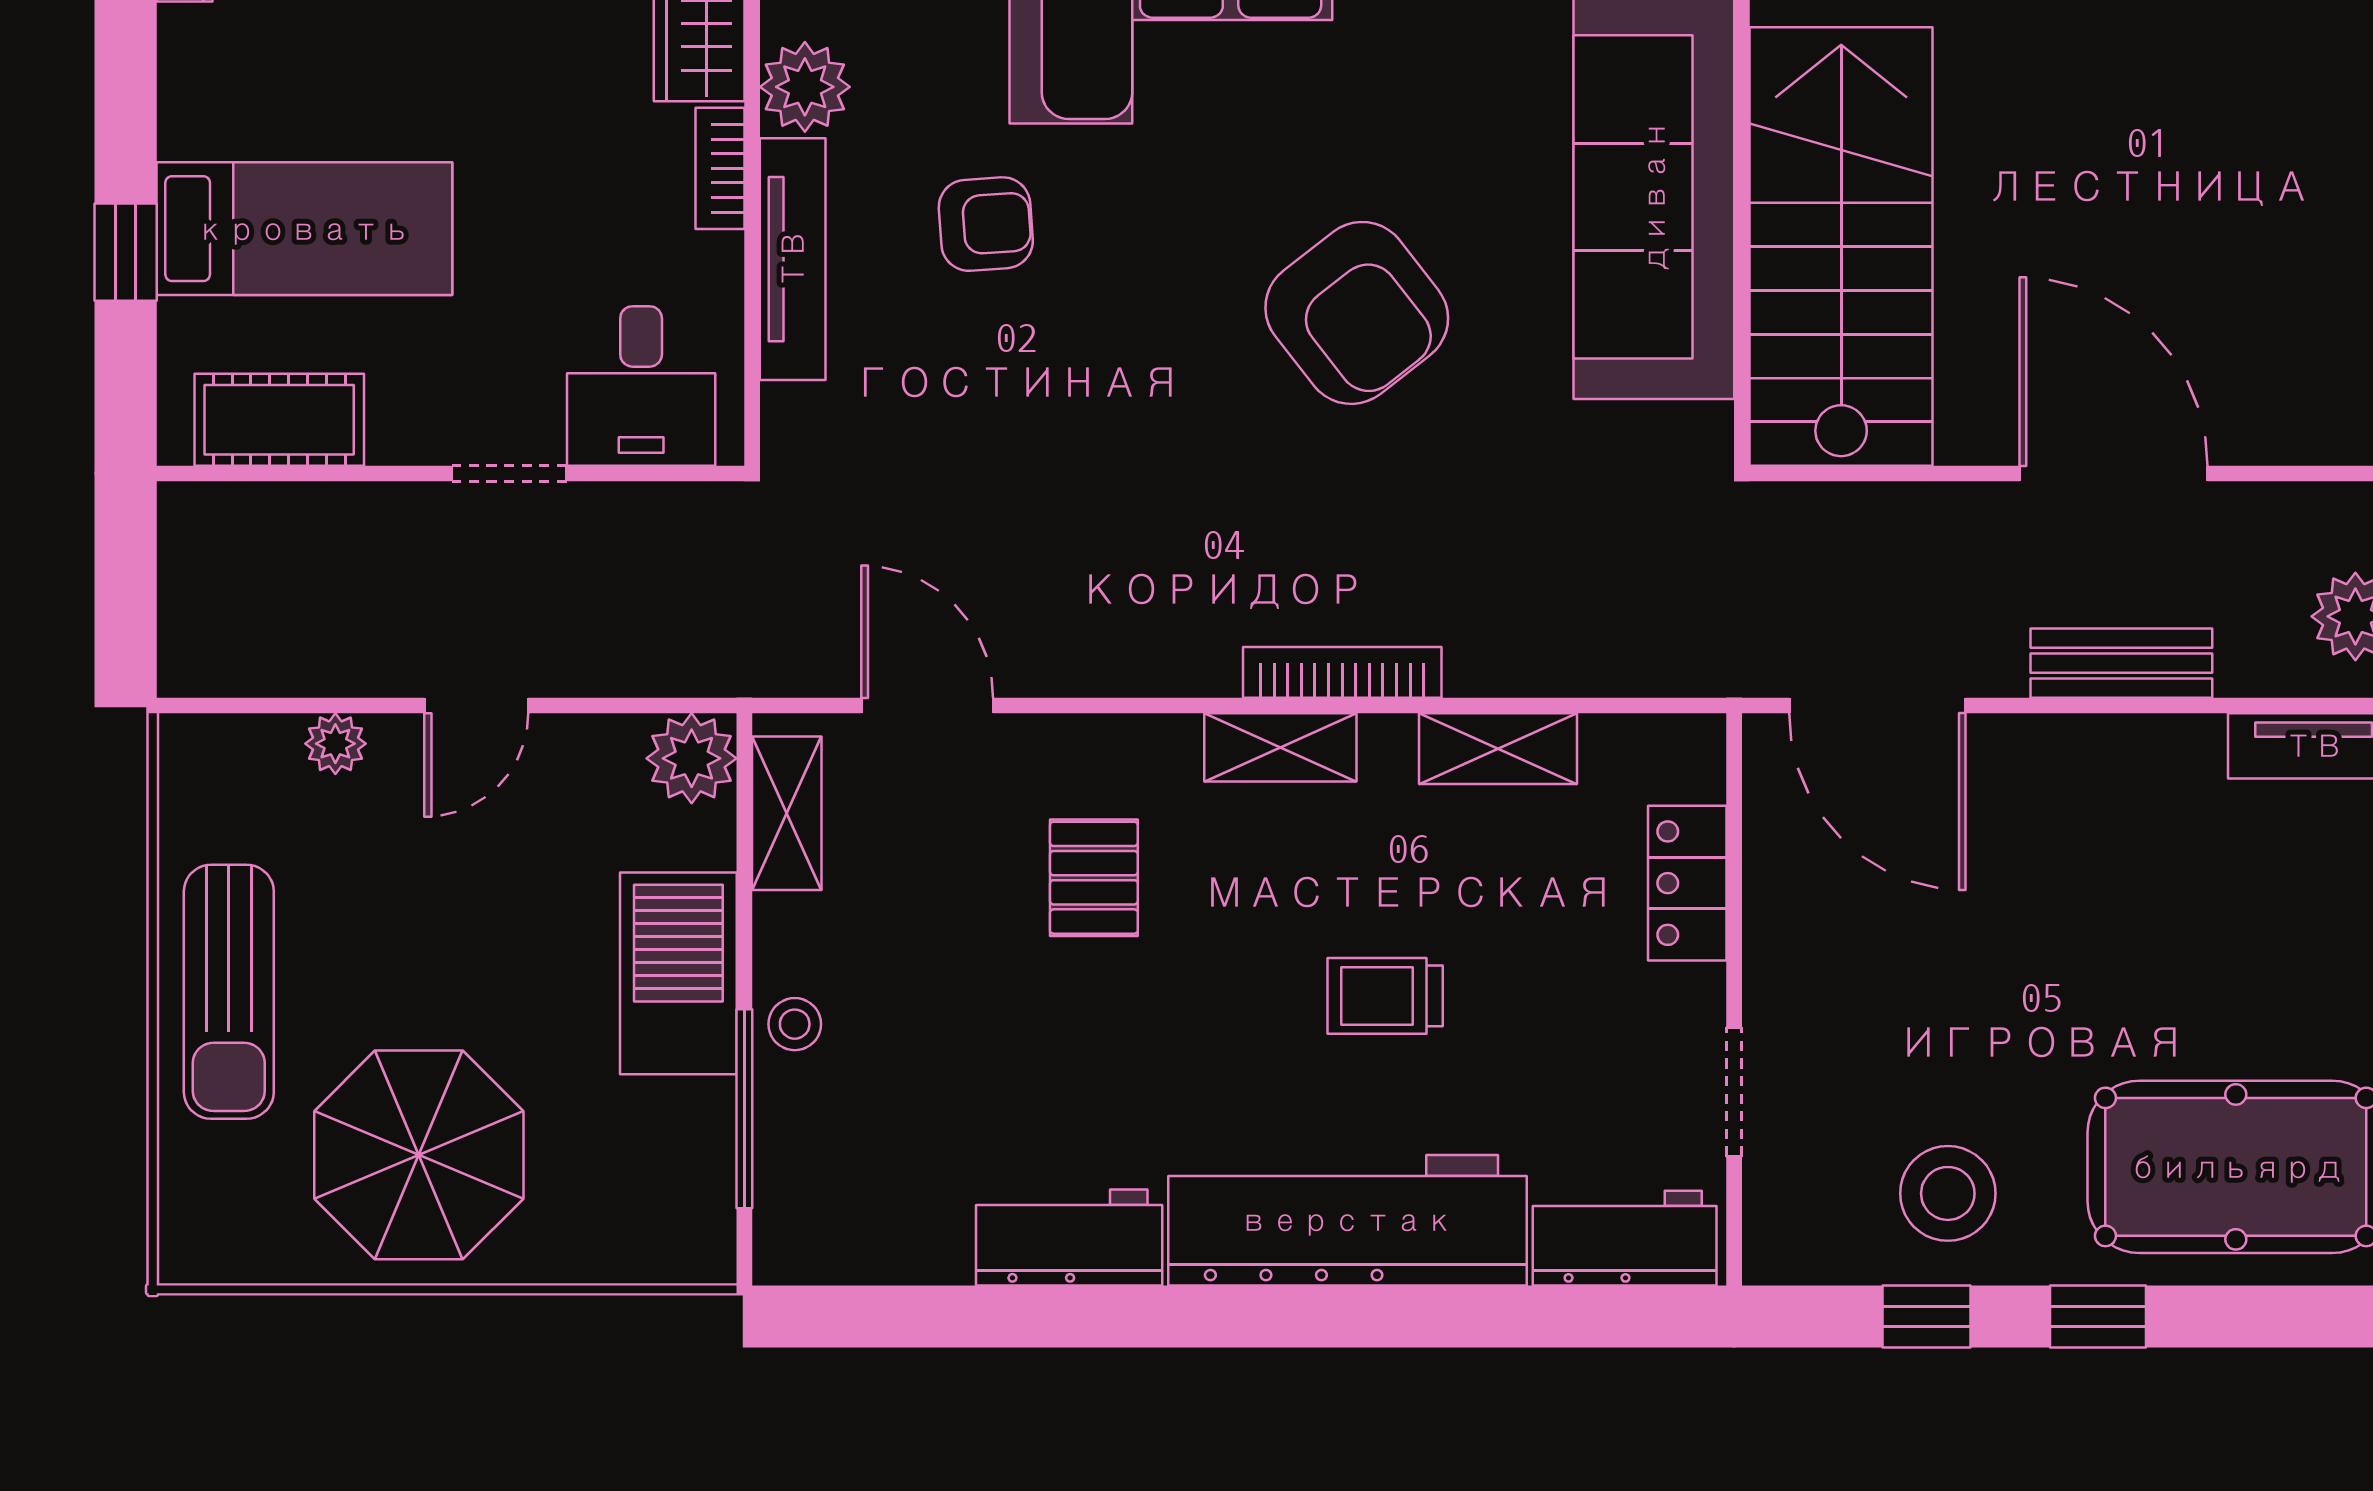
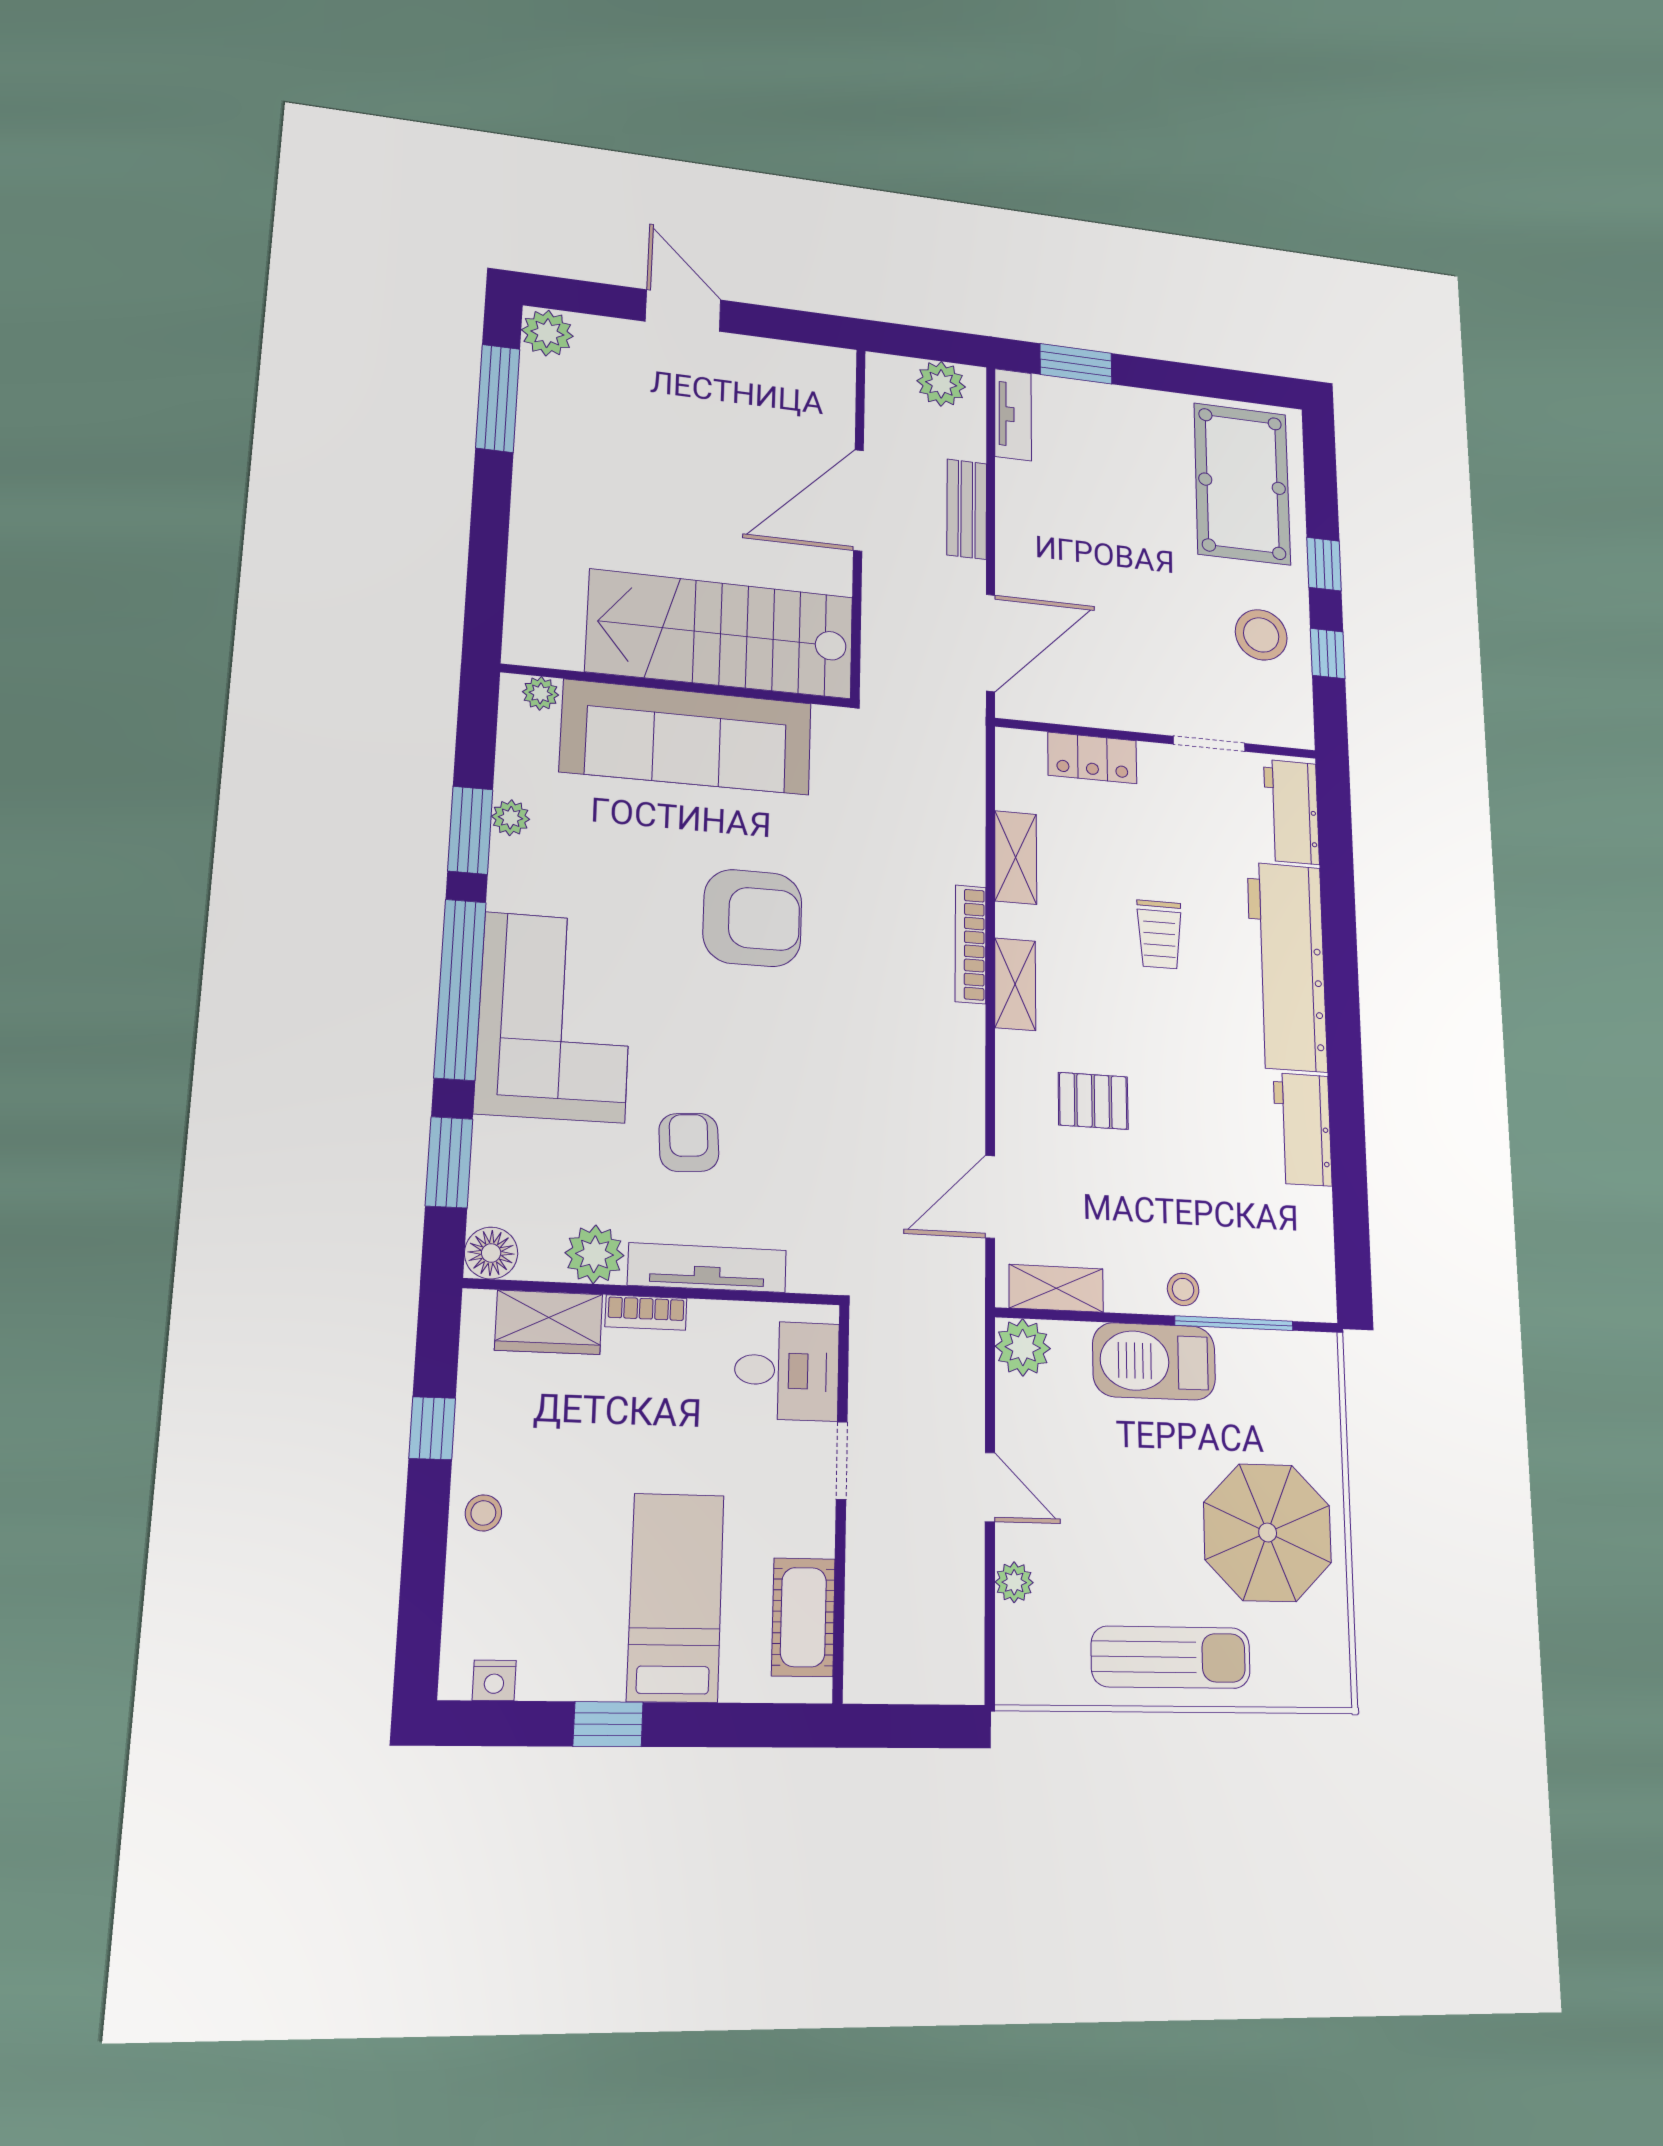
window: (126, 252) -> (608, 1724), moved
armchair: (1357, 313) -> (752, 918), turned 38

